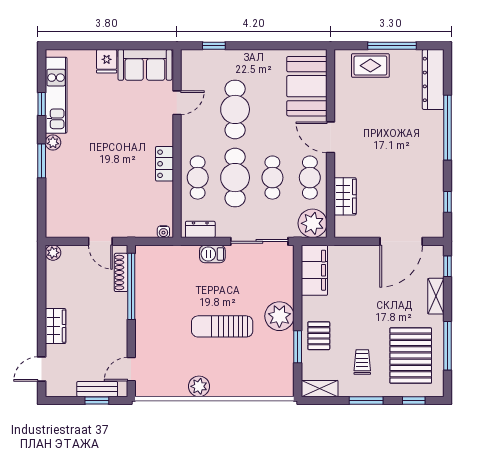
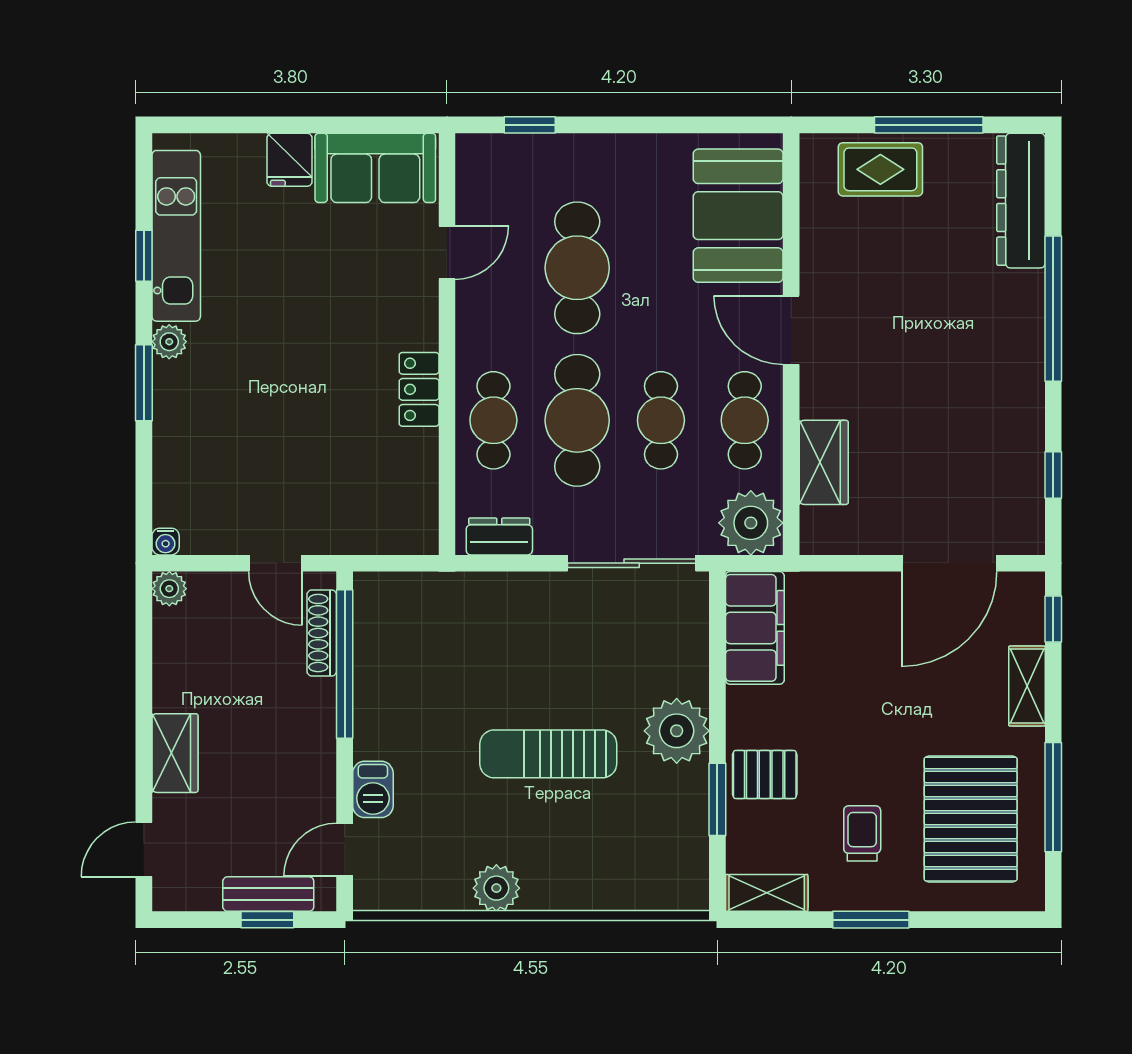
water cooler: (163, 232) -> (166, 542), moved
barbecue: (212, 254) -> (373, 789), moved, turned -90
pallet: (319, 336) -> (765, 775), turned 90
window: (414, 400) -> (978, 920), removed

